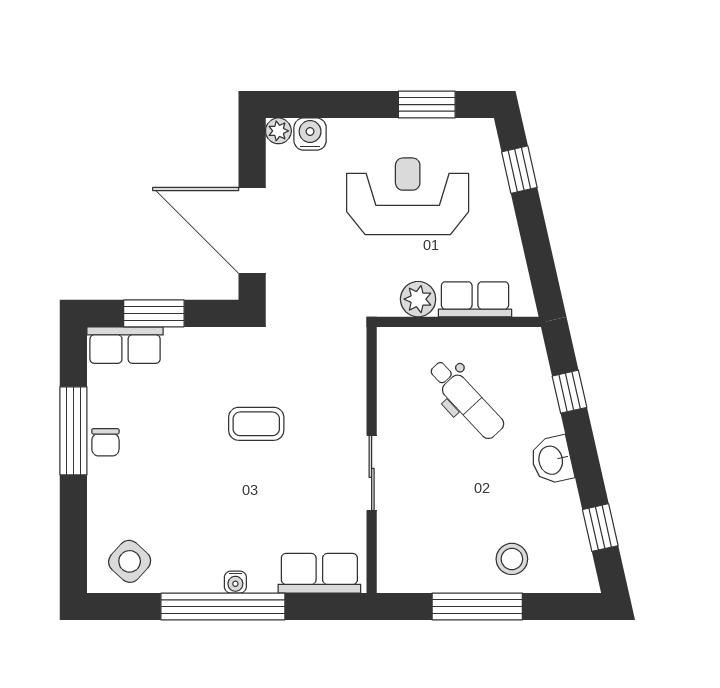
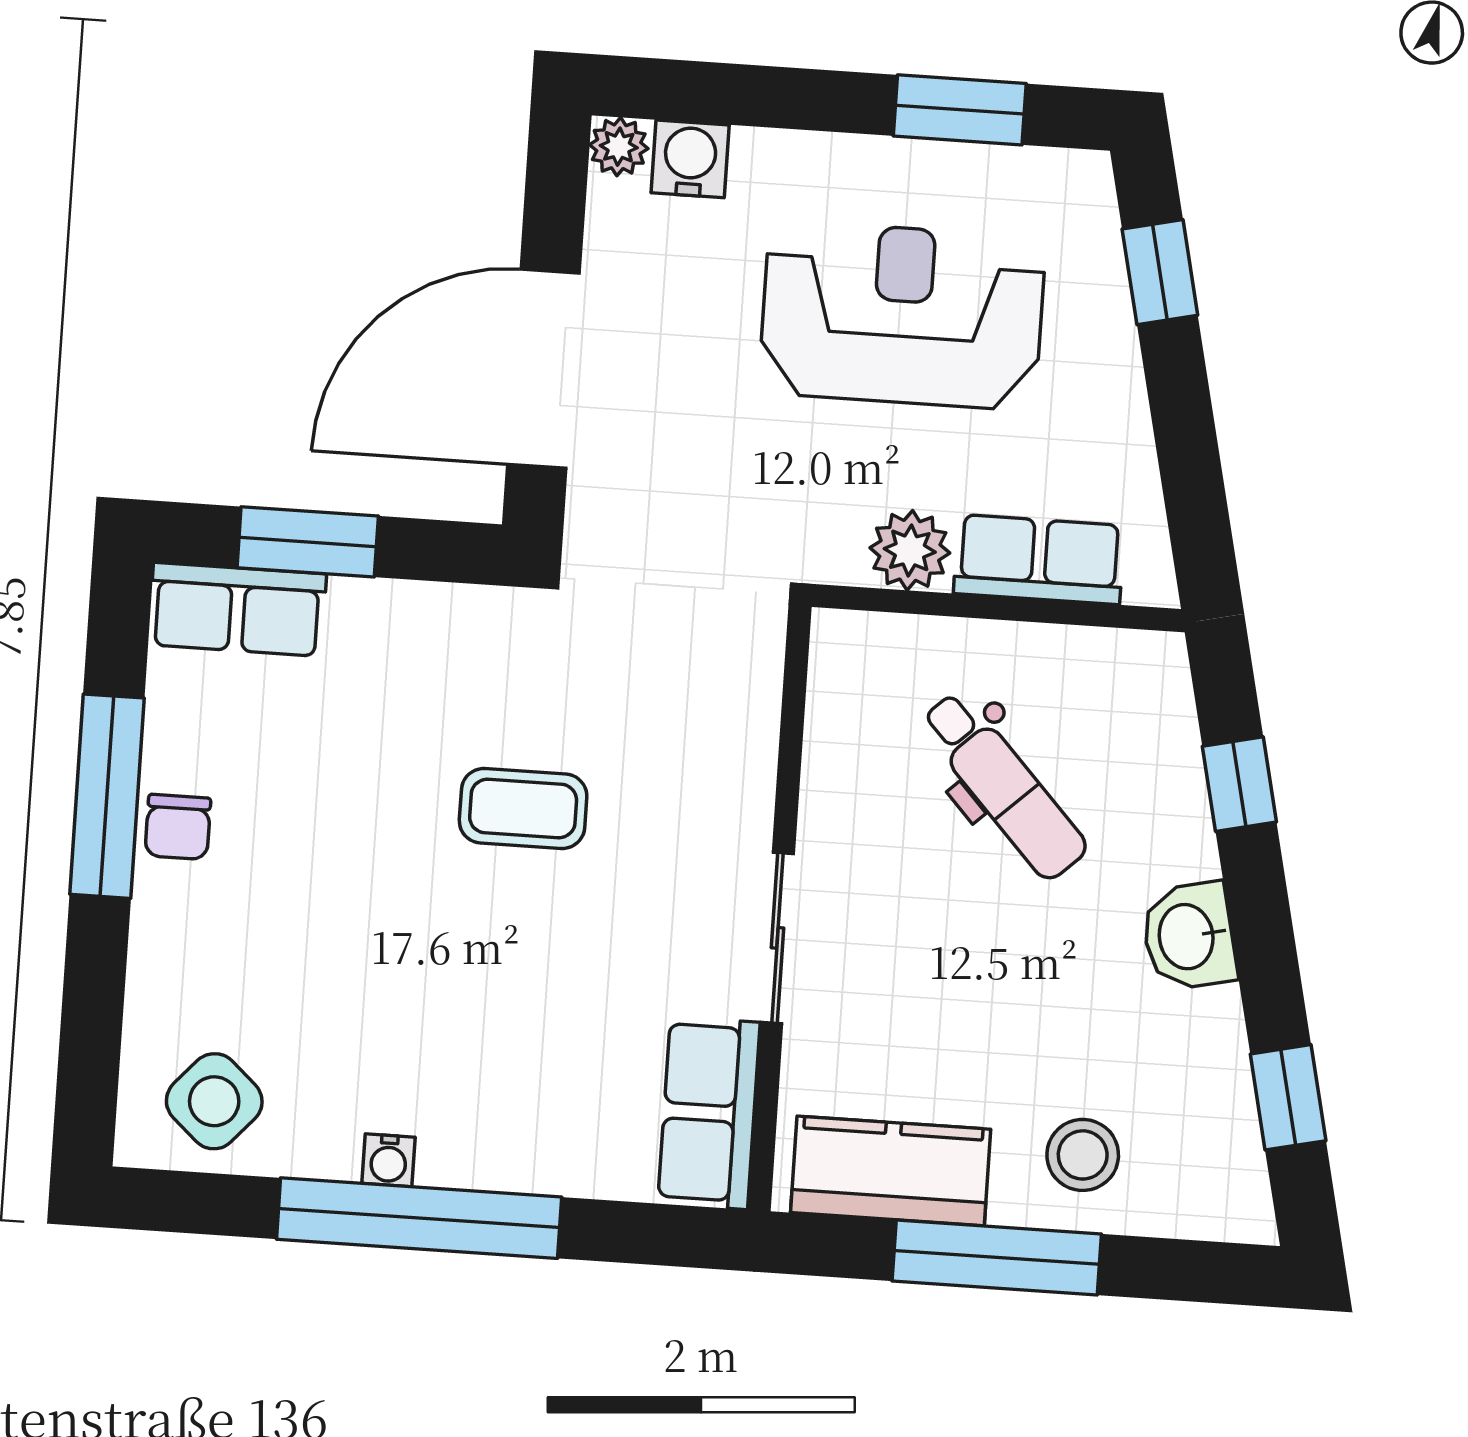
door: (252, 230) -> (543, 369), hinge flipped
kitchen counter: (428, 572) -> (891, 1171), added
row of seats: (319, 573) -> (709, 1113), moved, turned -90
water cooler: (235, 582) -> (389, 1160), moved

